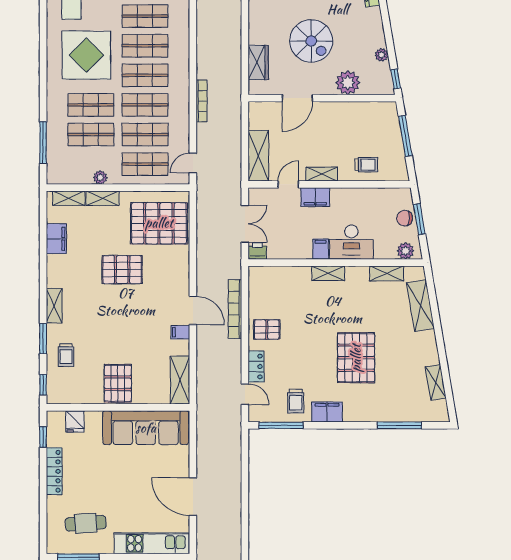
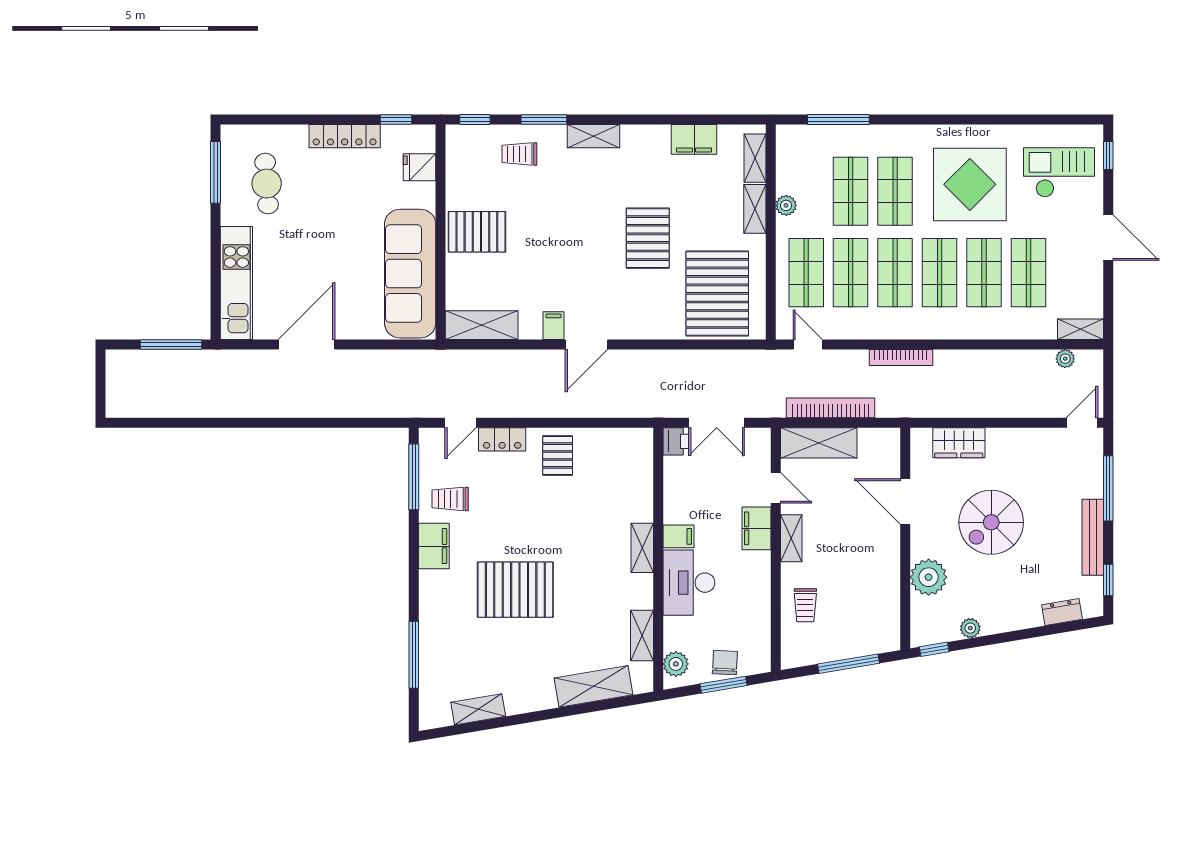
bookcase: (235, 309) -> (831, 408), moved

